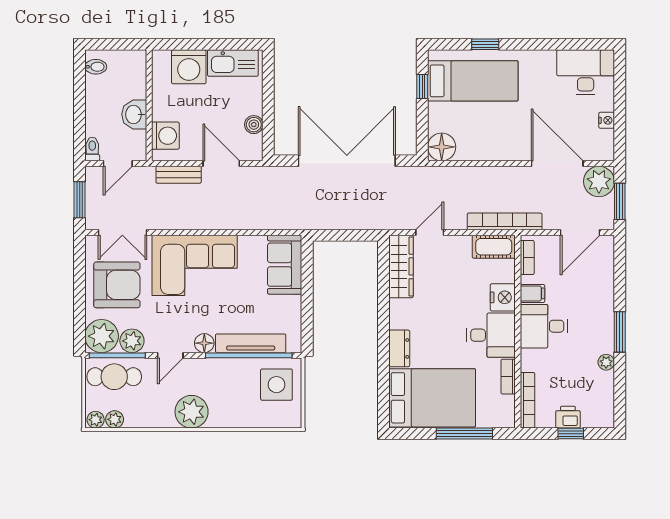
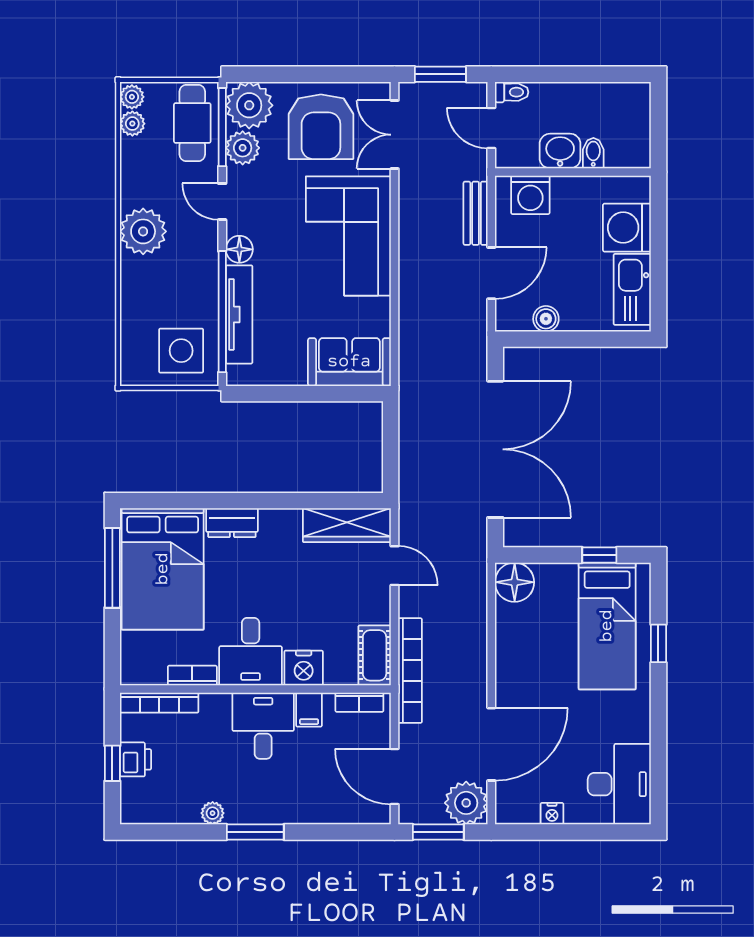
bidet: (96, 67) -> (593, 153), moved, turned 180
window: (464, 434) -> (112, 568), moved

